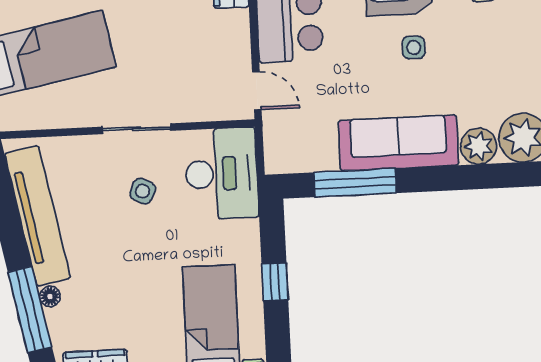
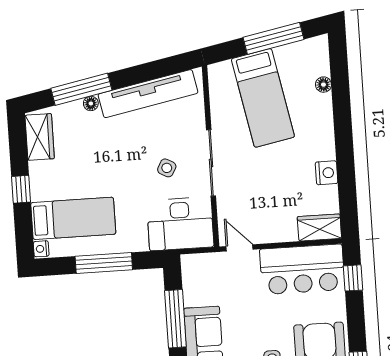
door: (257, 91) -> (239, 248), swing flipped
sliding door: (137, 129) -> (211, 163), width x1.37
window: (275, 282) -> (104, 263), width x2.17

